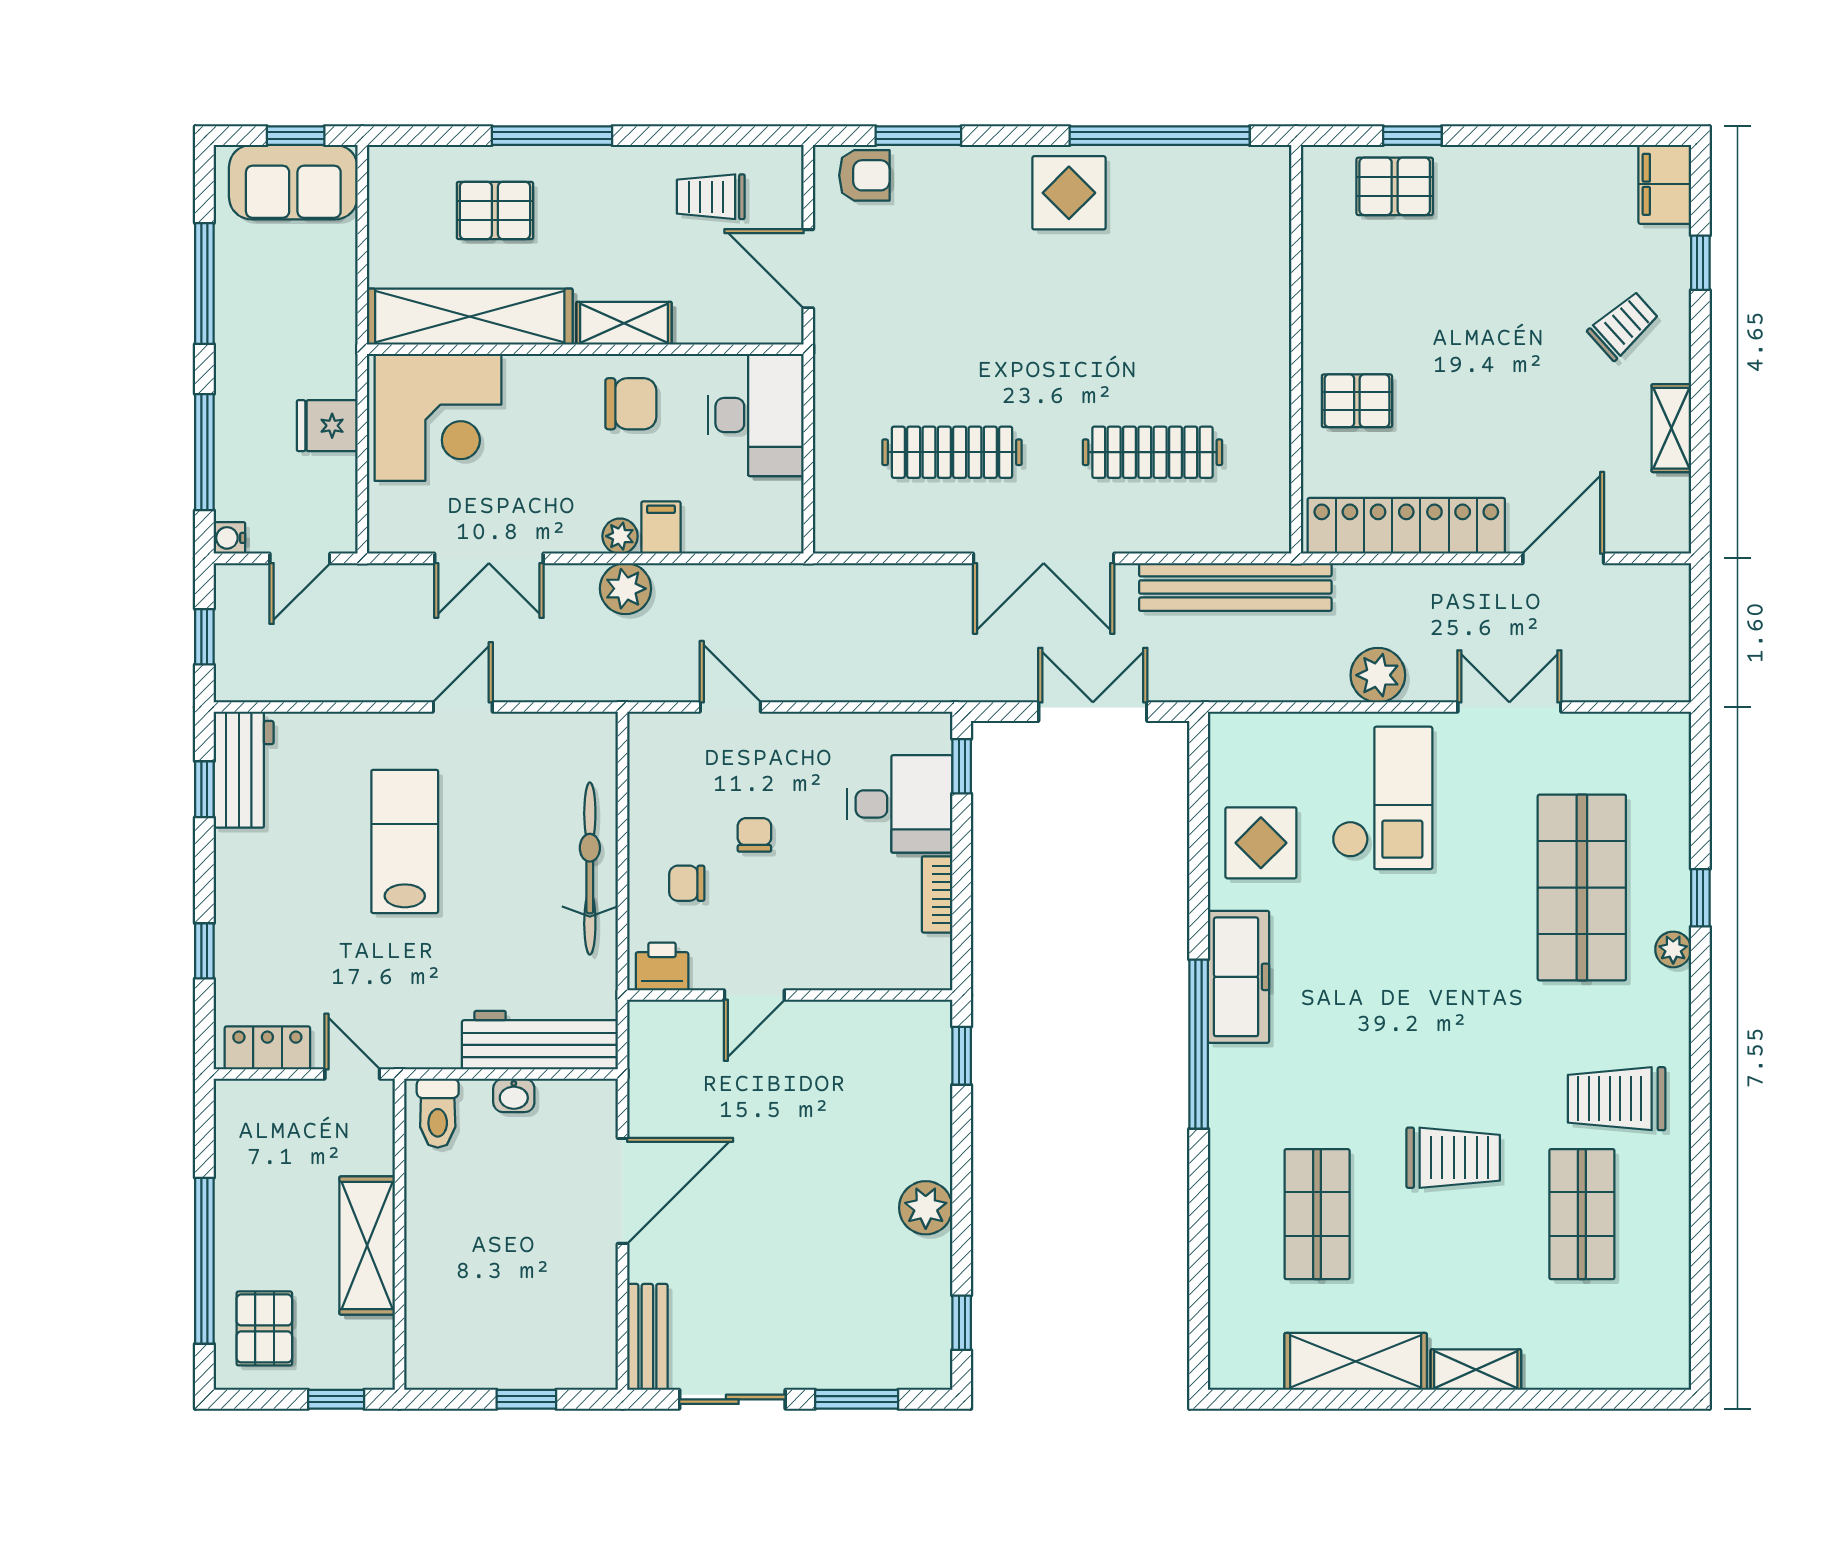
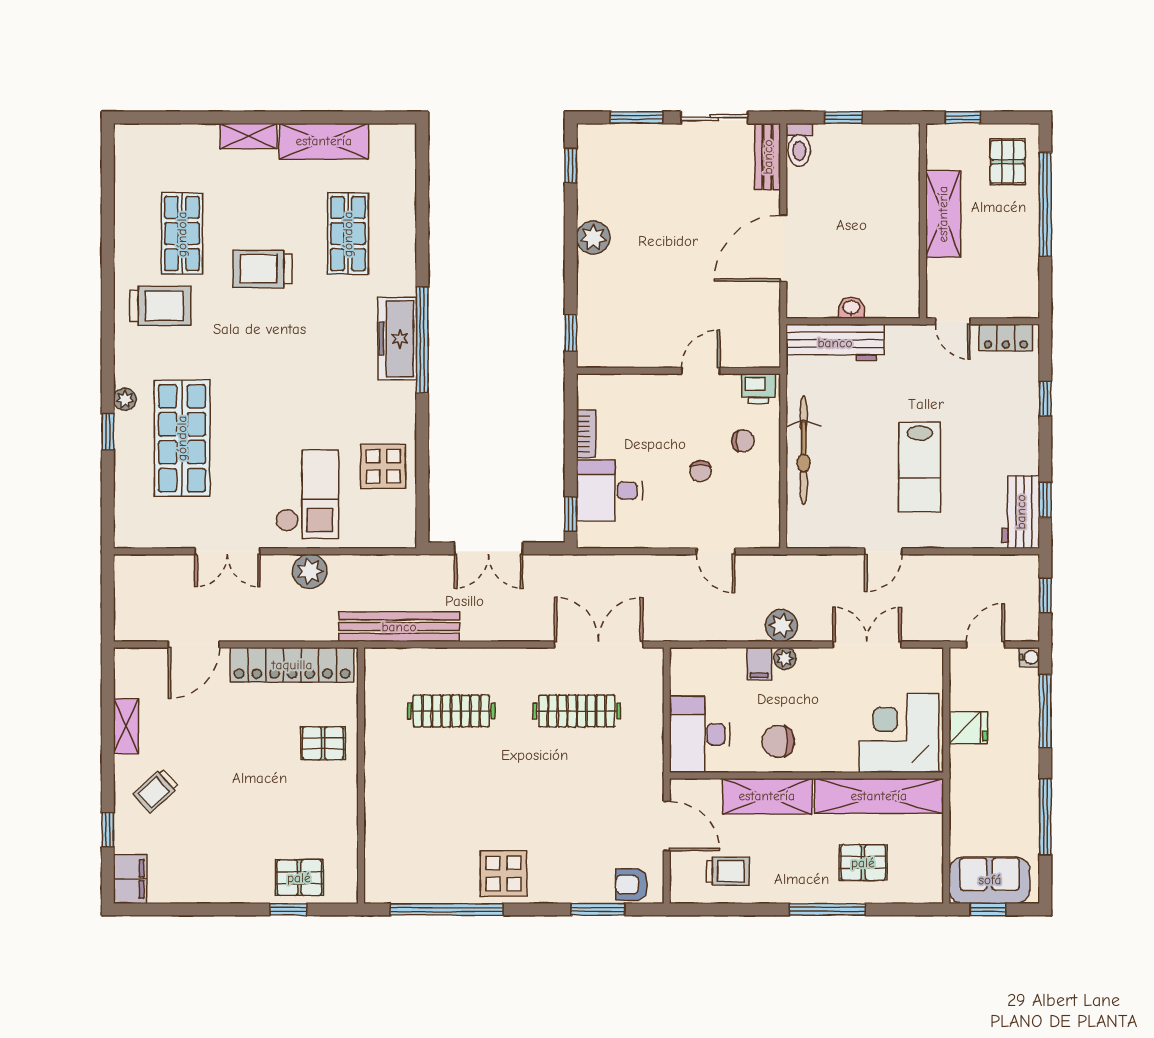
shelving: (624, 323) -> (767, 796), width x1.50, depth x1.33
double door: (1044, 558) -> (599, 644), moved
checkout: (1382, 798) -> (307, 494), turned 180
freezer: (1238, 977) -> (397, 339), moved
toilet: (438, 1113) -> (799, 145), moved, turned 180

